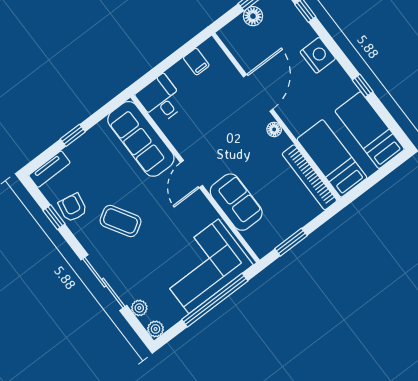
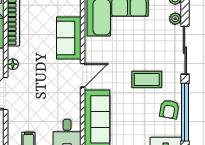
window: (54, 217) -> (185, 112), width x3.17
coffee table: (120, 221) -> (147, 80), turned -59

